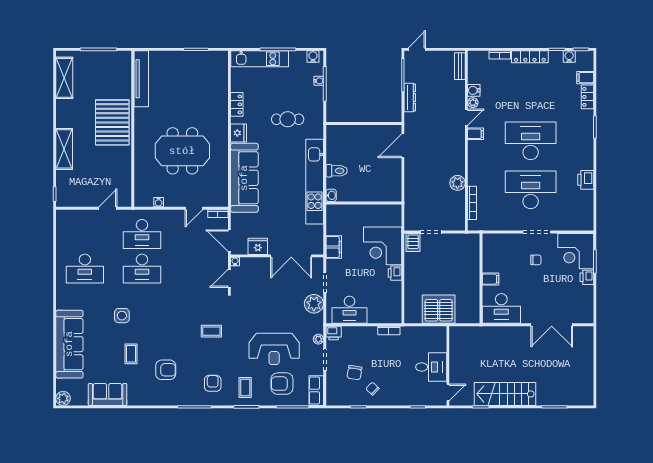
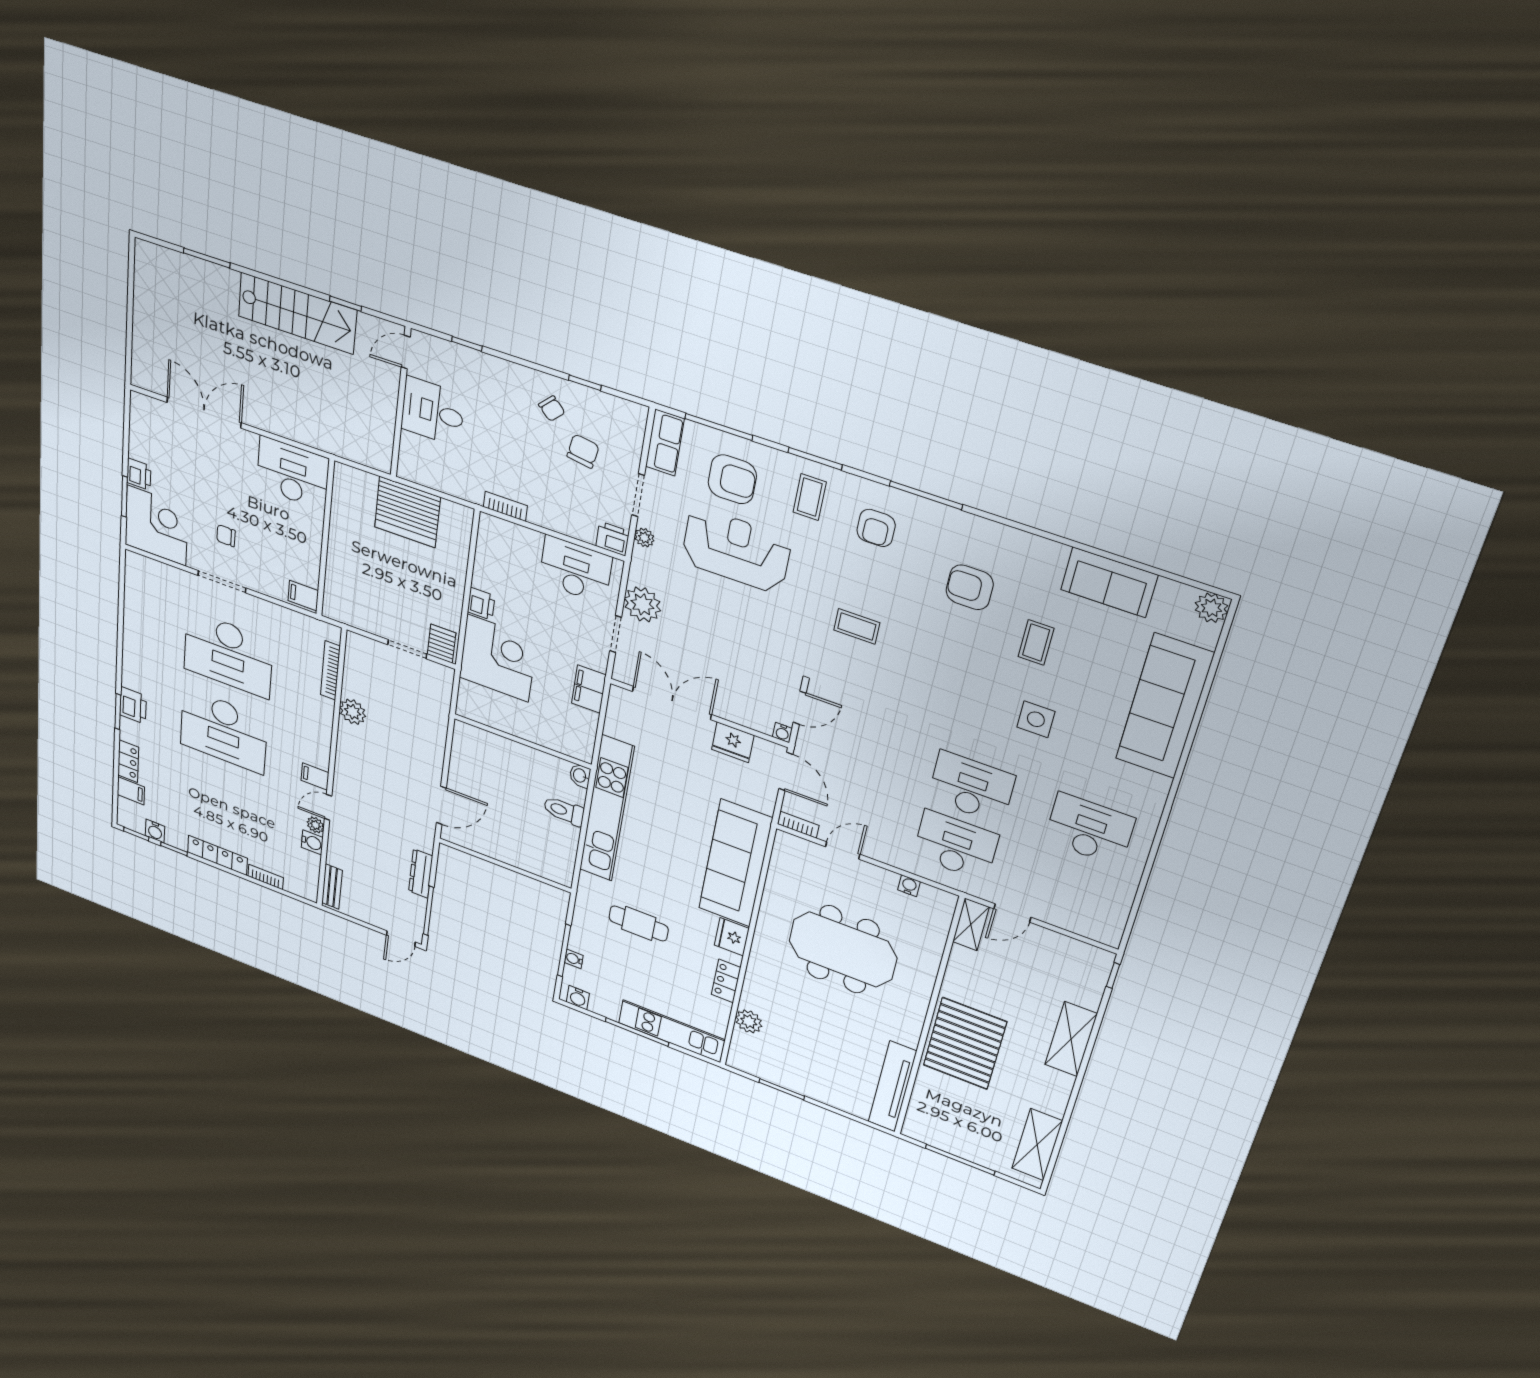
plant: (221, 84) -> (749, 1021), added
printer: (586, 180) -> (133, 705), moved
shelving: (125, 193) -> (971, 924), added
filing cabinet: (490, 279) -> (303, 596), moved

